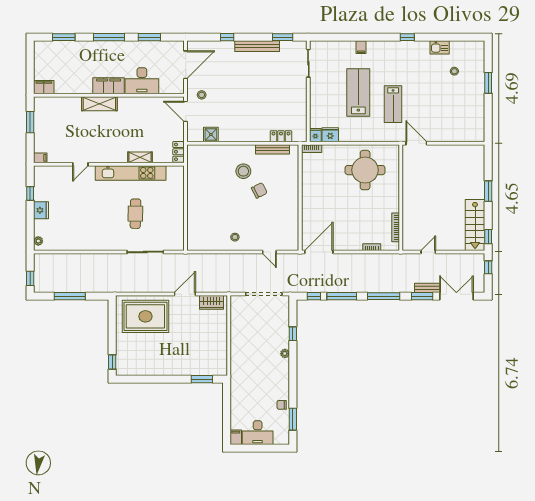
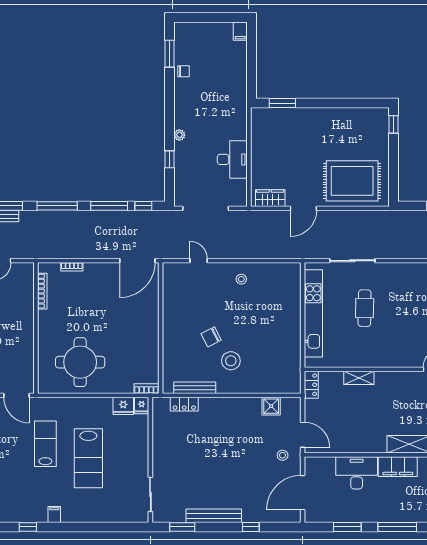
filing cabinet: (361, 47) -> (54, 514), moved
kitchen unit: (131, 173) -> (313, 313), moved, turned 90
desk: (258, 433) -> (232, 159), moved, turned 90

